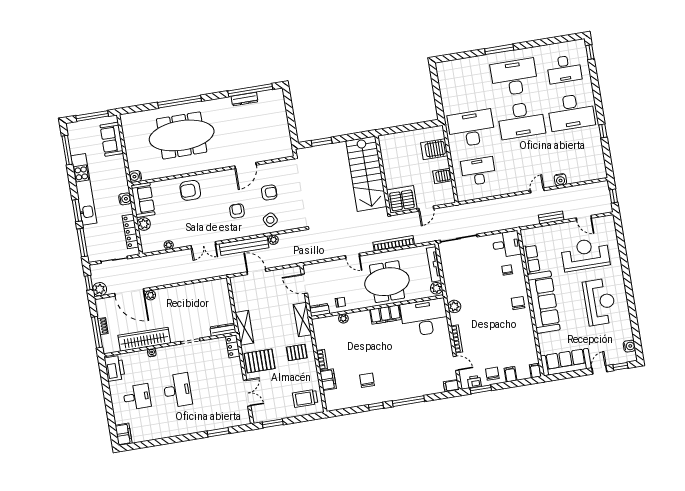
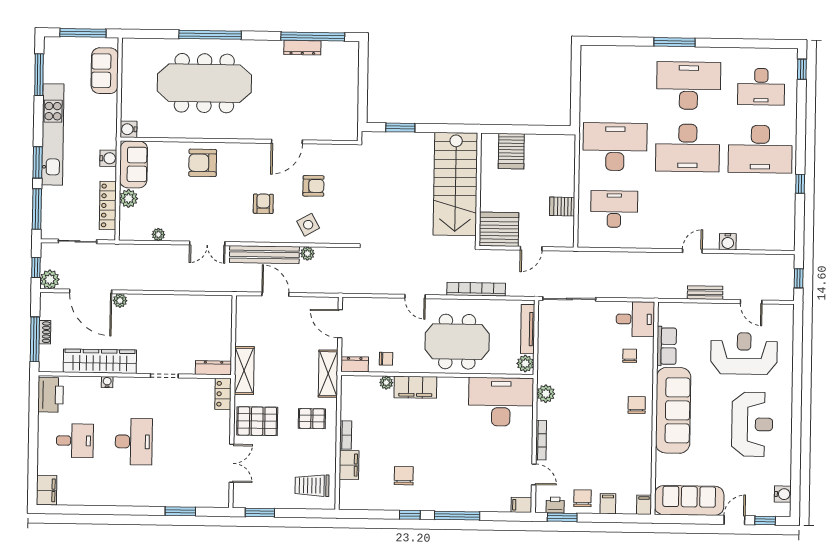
server rack: (434, 149) -> (511, 151), moved, turned -90
filing cabinet: (385, 315) -> (415, 387), moved

